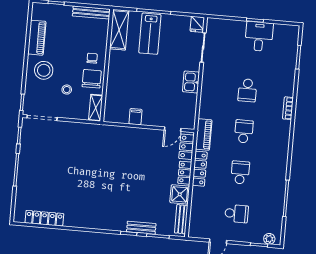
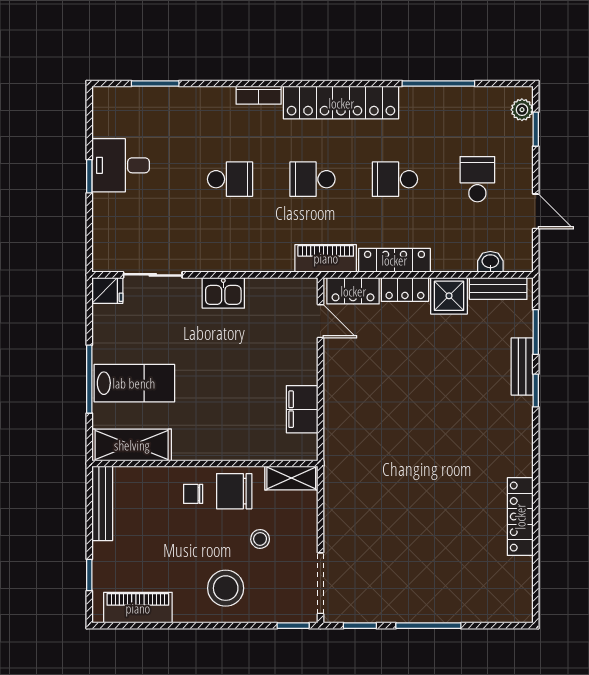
piano: (37, 38) -> (138, 608), moved
filing cabinet: (135, 117) -> (302, 409), width x2.00
locker: (281, 149) -> (341, 103), added
washbasin: (195, 216) -> (490, 262), added
locker: (44, 218) -> (520, 517), moved

